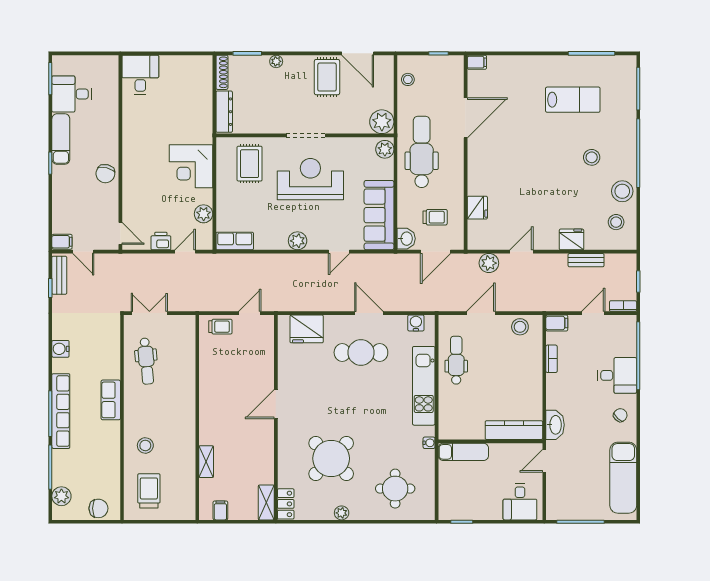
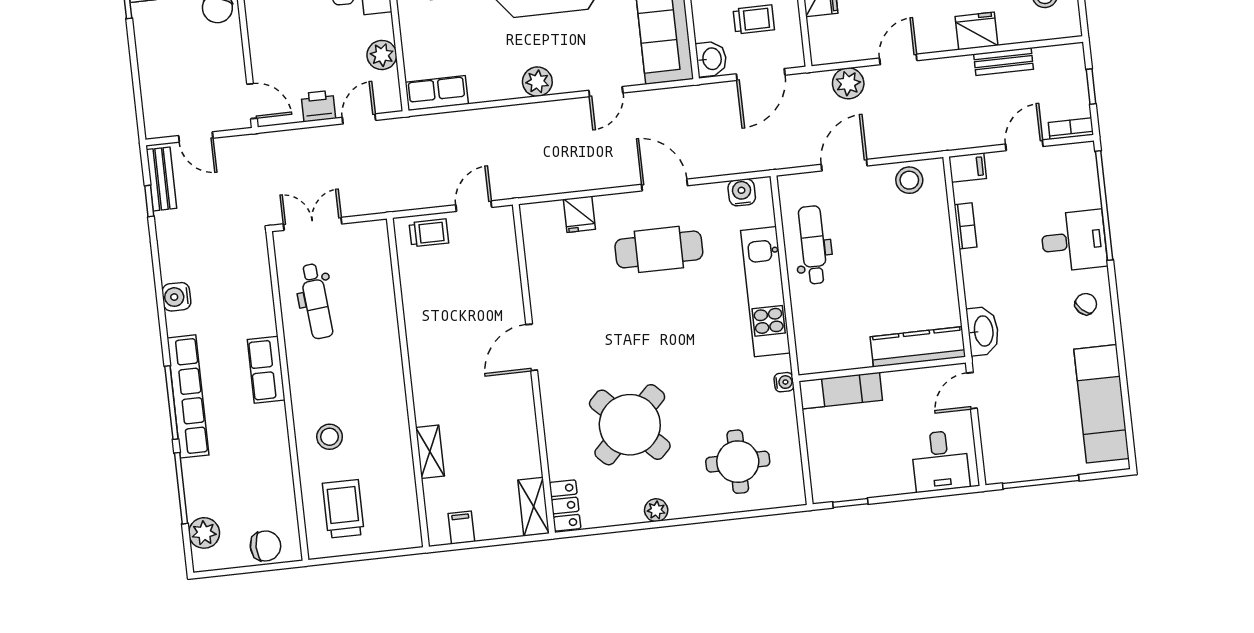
filing cabinet: (62, 242) -> (160, 125), removed
fridge: (307, 329) -> (579, 214), width x0.53, depth x0.75

